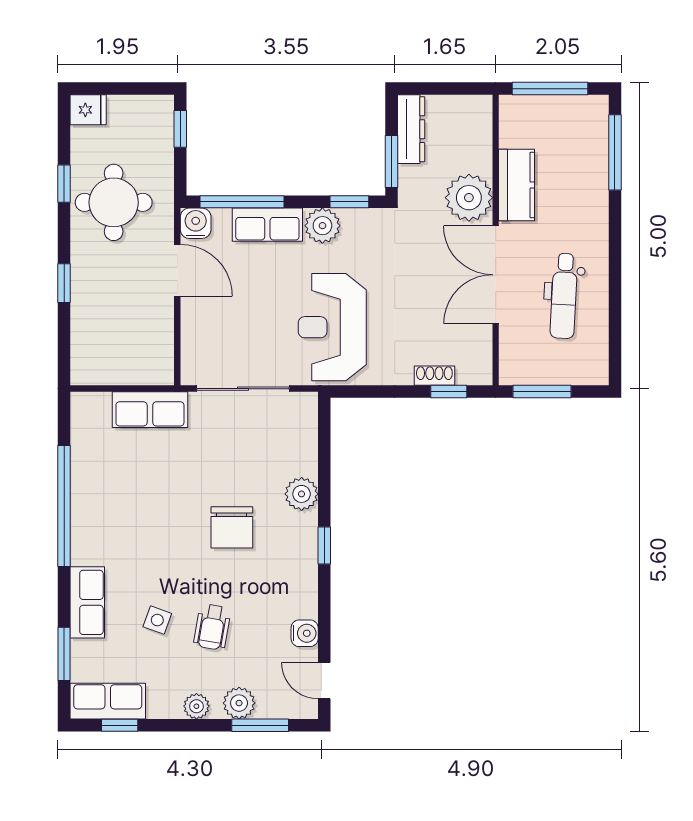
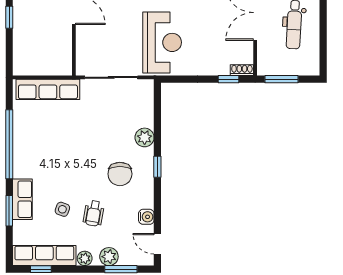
reception desk: (332, 327) -> (162, 42), turned 180
shoe rack: (434, 376) -> (242, 70), moved
row of seats: (150, 410) -> (48, 89), width x1.48
chair: (232, 527) -> (120, 174), moved
window: (64, 654) -> (9, 211), moved
row of seats: (108, 701) -> (44, 255), width x1.48

